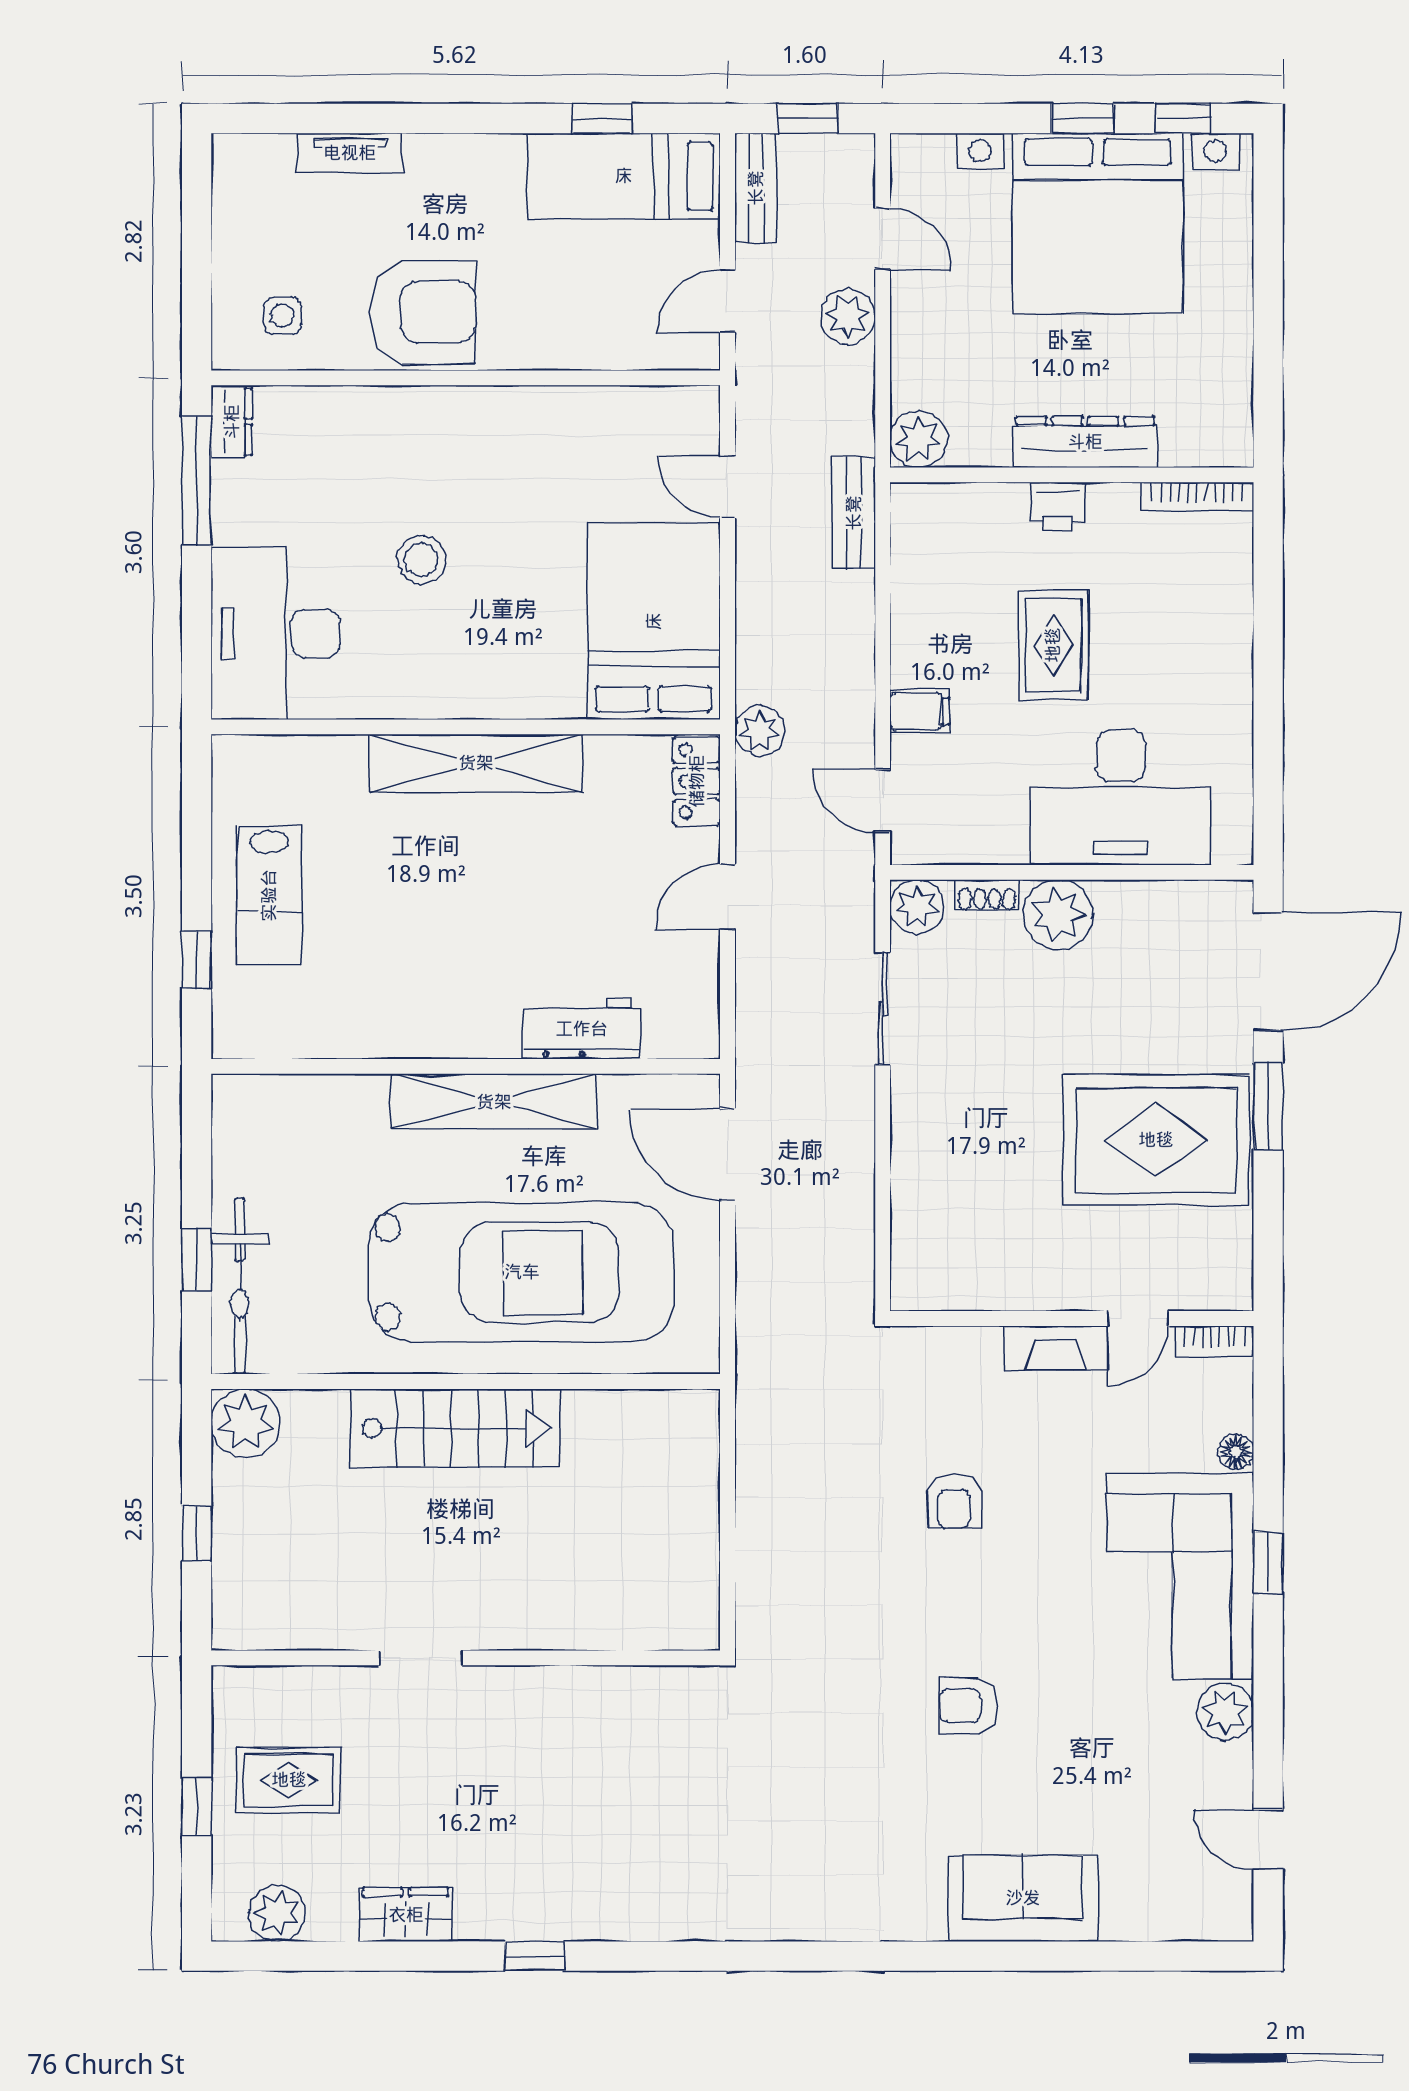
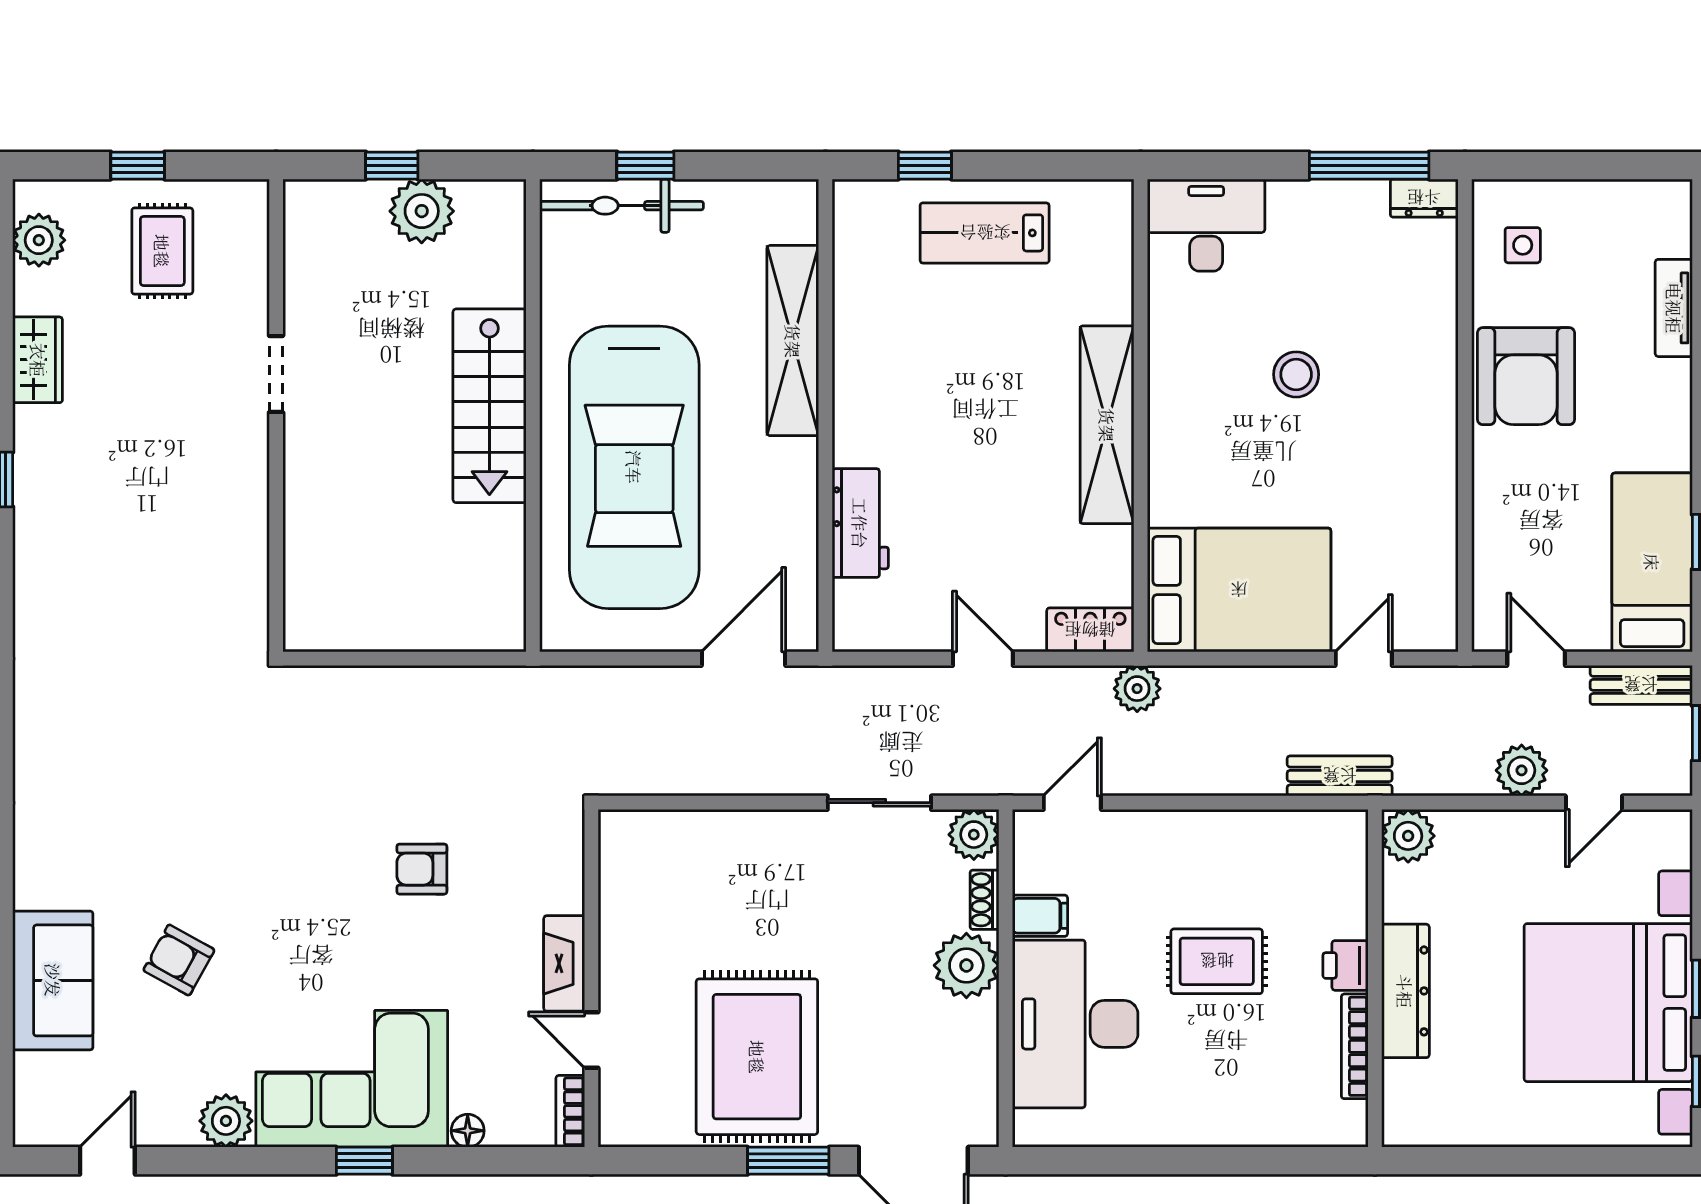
bookcase: (1197, 497) -> (1355, 1046), moved
desk: (276, 634) -> (1206, 225), width x0.73, depth x0.77
filing cabinet: (920, 711) -> (1040, 916), moved, turned -90
shelving: (494, 1102) -> (793, 341), moved
plant: (246, 1423) -> (422, 211), moved
armchair: (968, 1706) -> (179, 960), moved, turned -61
sofa: (1023, 1898) -> (53, 980), moved

